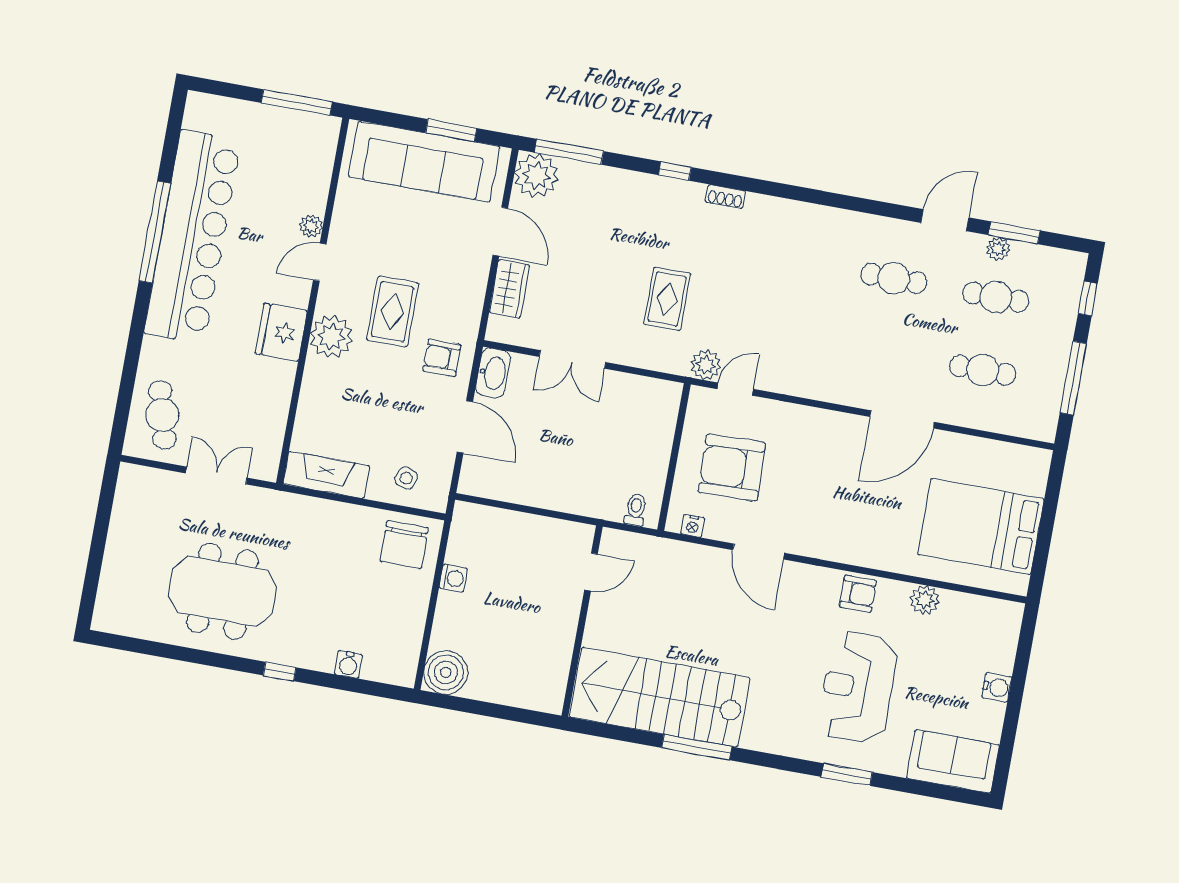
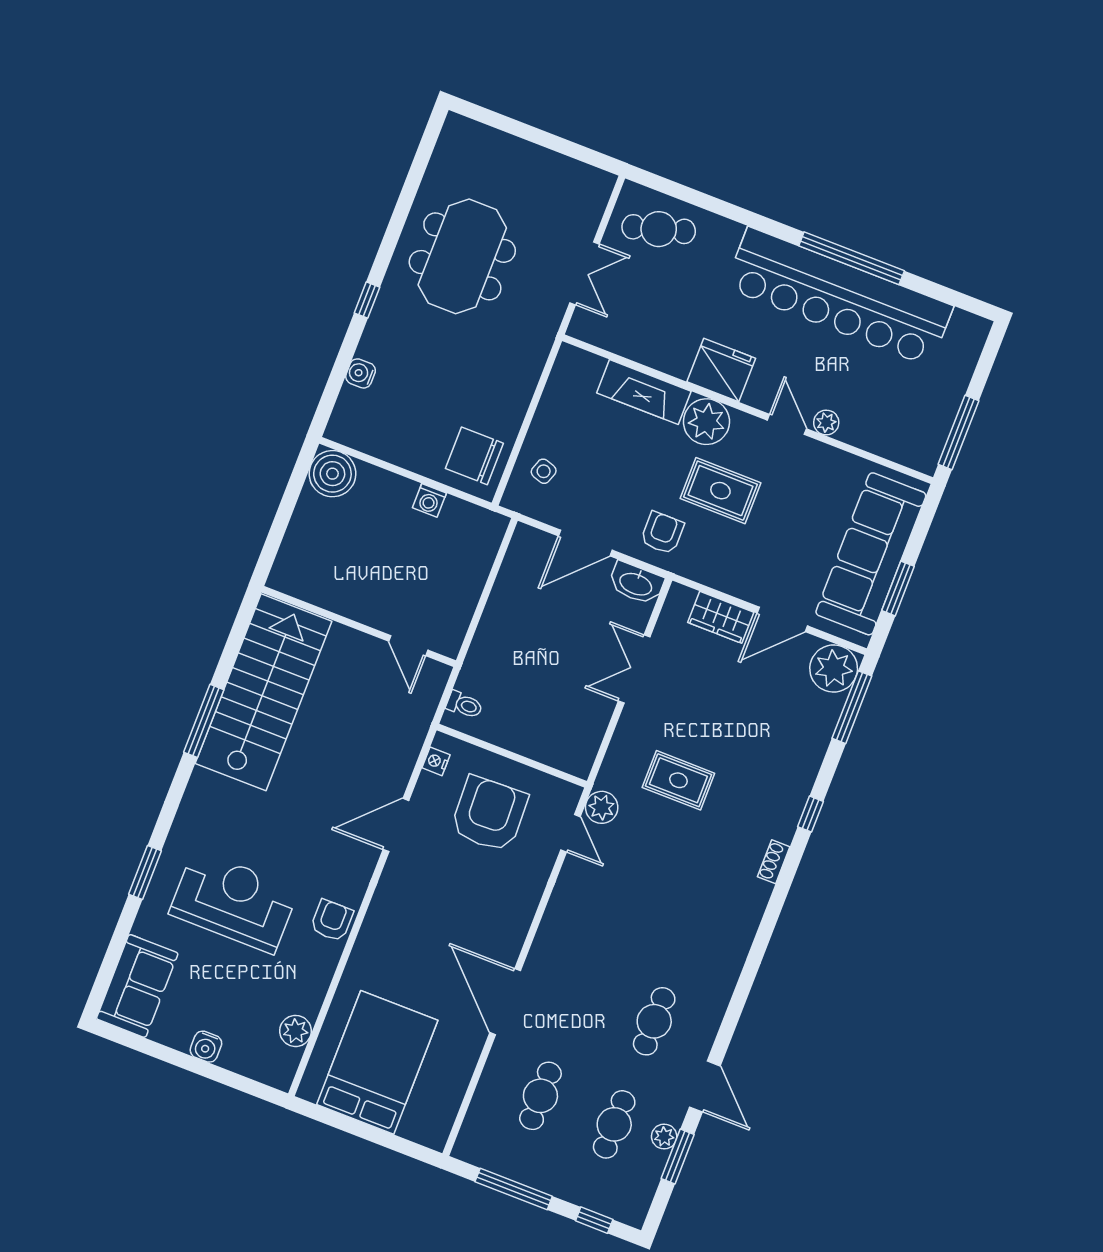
fireplace: (326, 475) -> (644, 392), moved, turned 90
armchair: (858, 594) -> (332, 920), turned 180
plant: (925, 600) -> (295, 1031), moved

